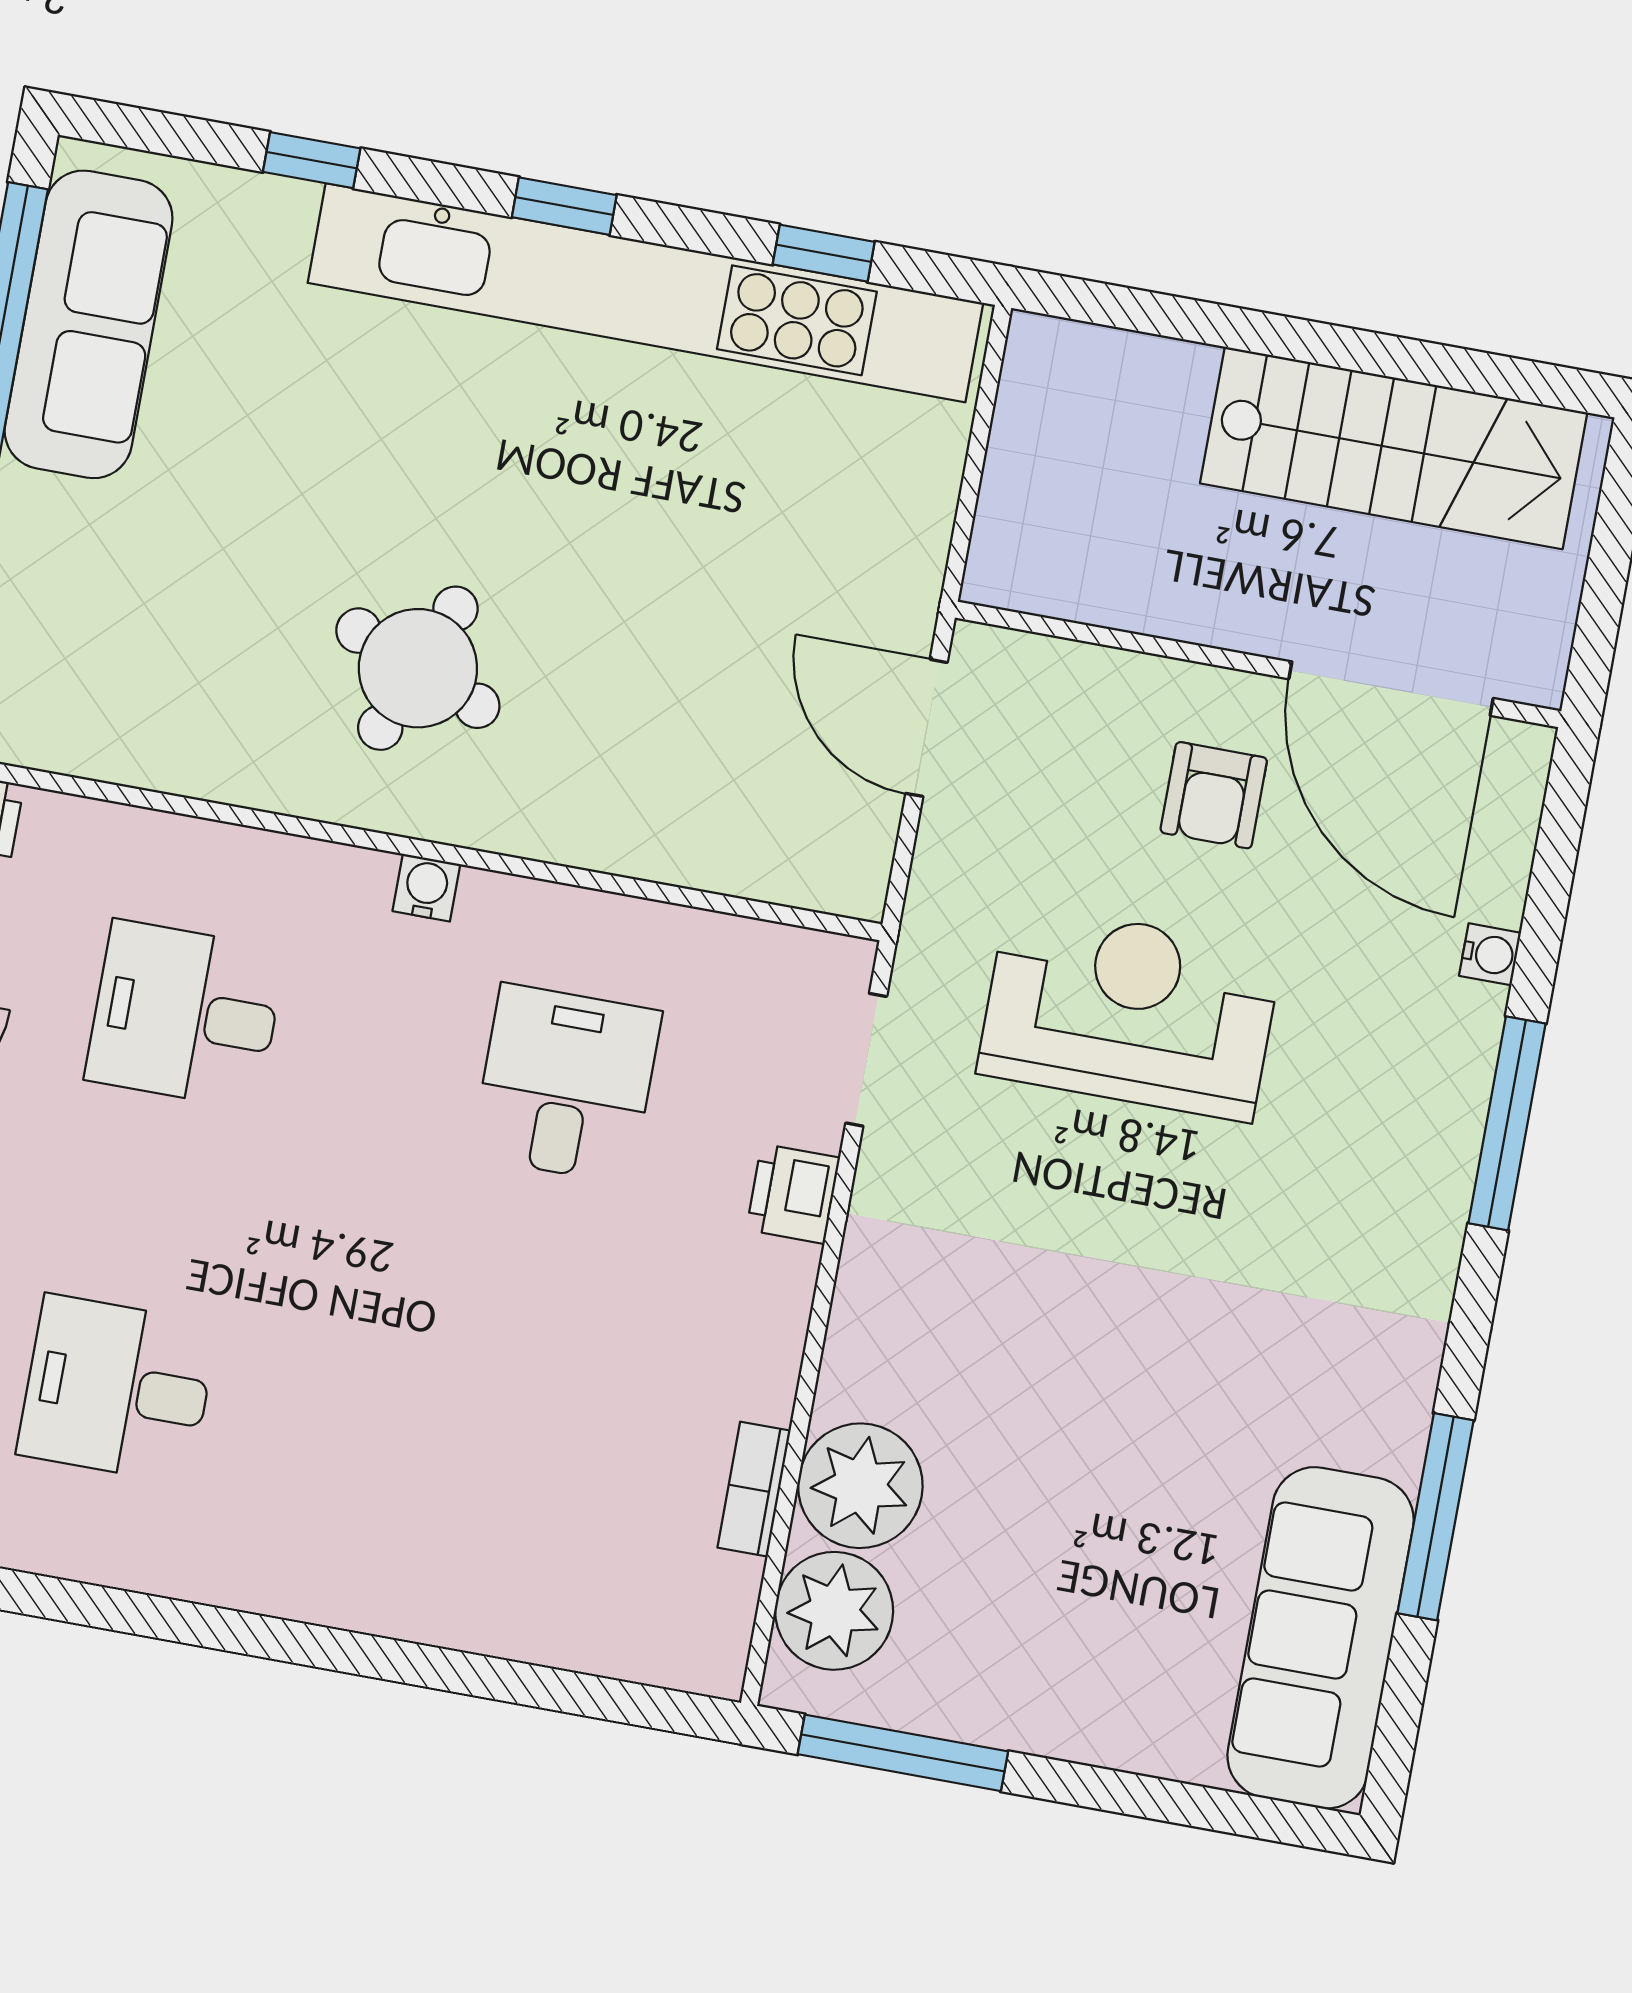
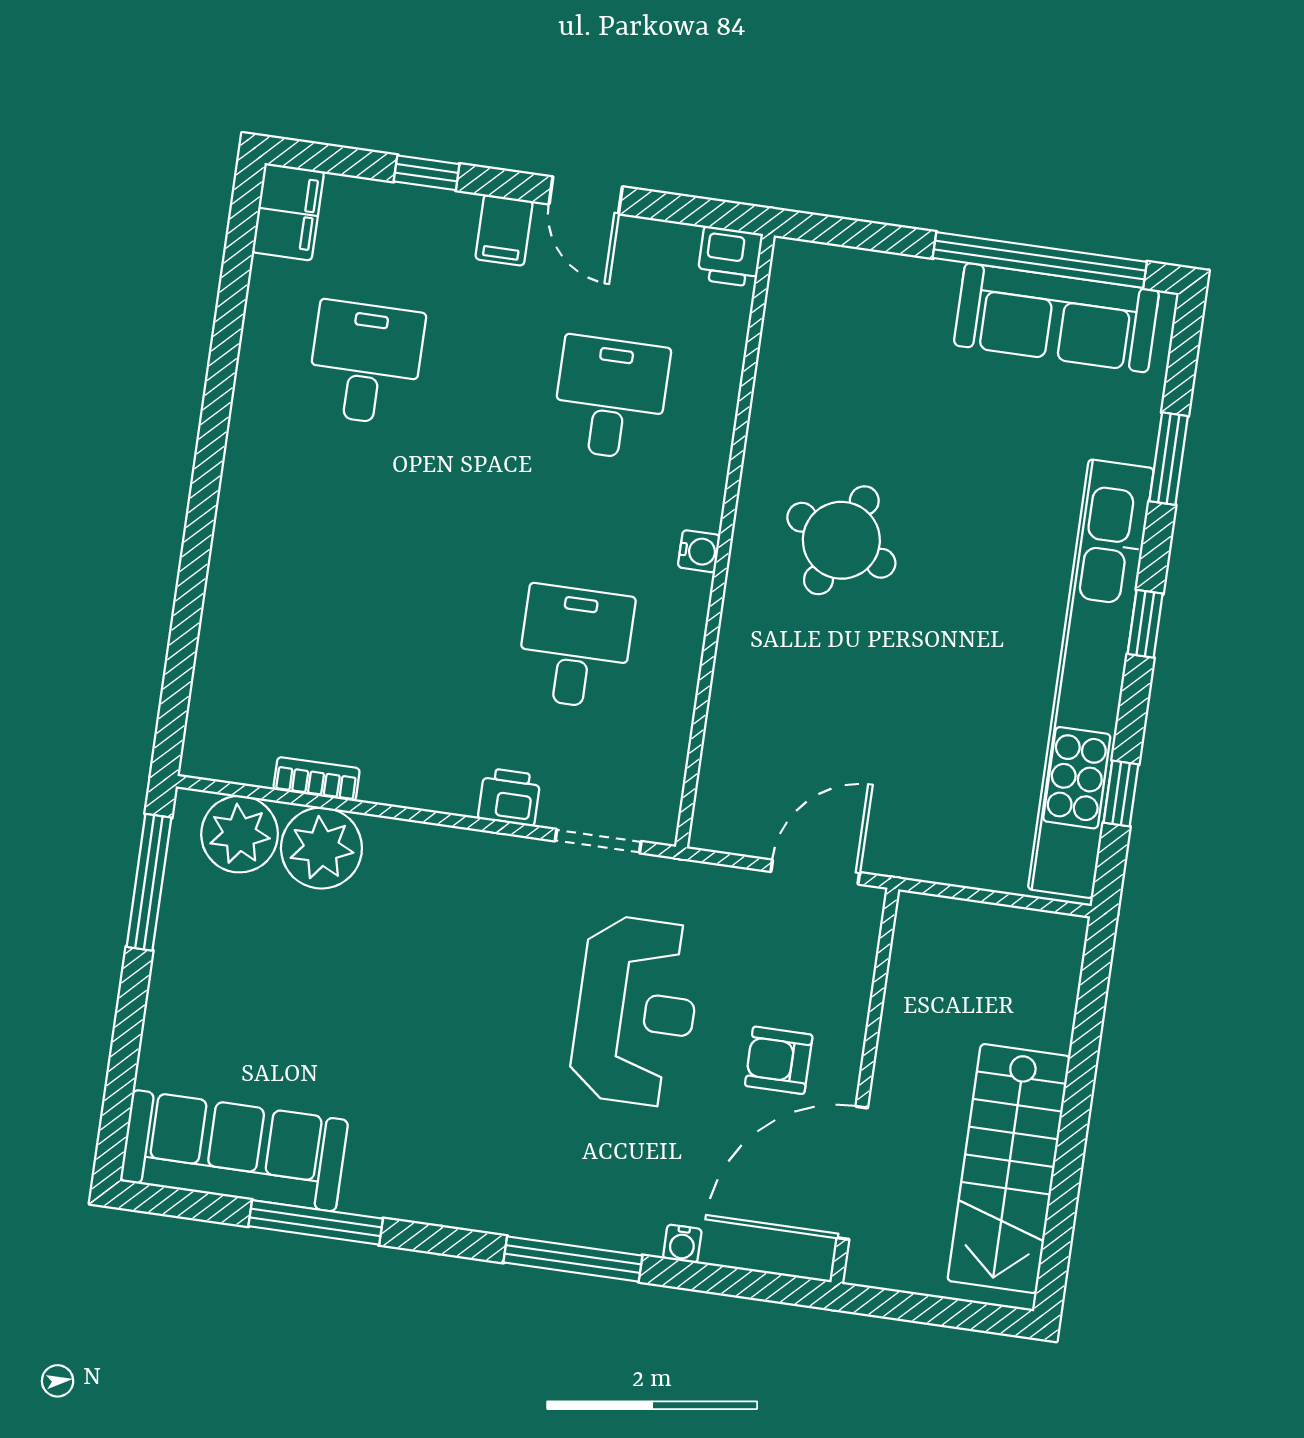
window: (312, 160) -> (1169, 459), width x1.50
desk: (566, 1084) -> (575, 647), turned -90

